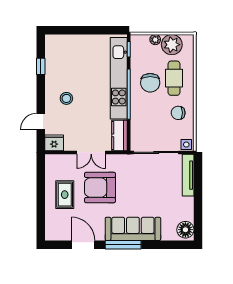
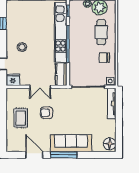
chair: (150, 83) -> (84, 36), removed
armchair: (100, 188) -> (47, 113), width x0.53, depth x0.53

